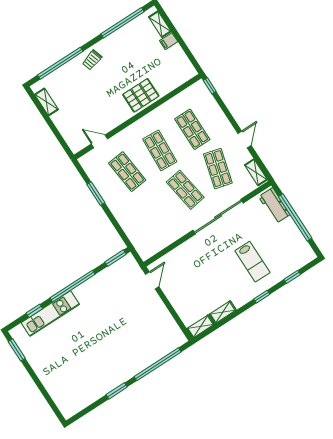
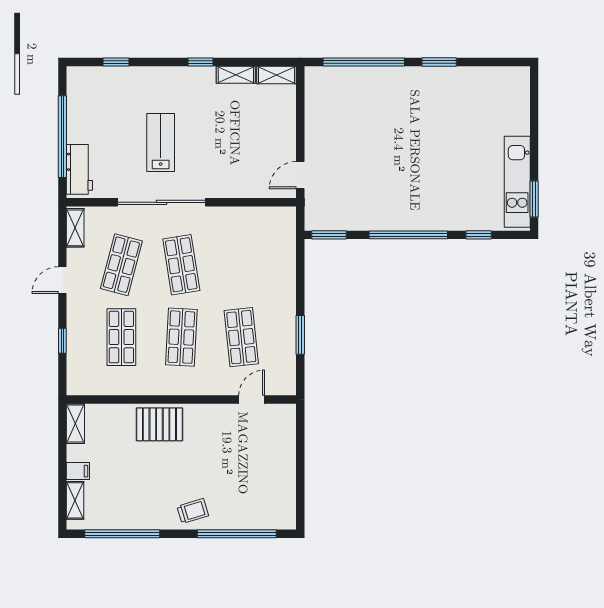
window: (210, 86) -> (62, 341), moved
shelving: (46, 102) -> (75, 424), moved
door: (99, 141) -> (252, 400), swing flipped
lab bench: (252, 262) -> (161, 142), moved
window: (262, 297) -> (201, 62), moved
kitchen unit: (50, 314) -> (517, 182), moved, turned -90

